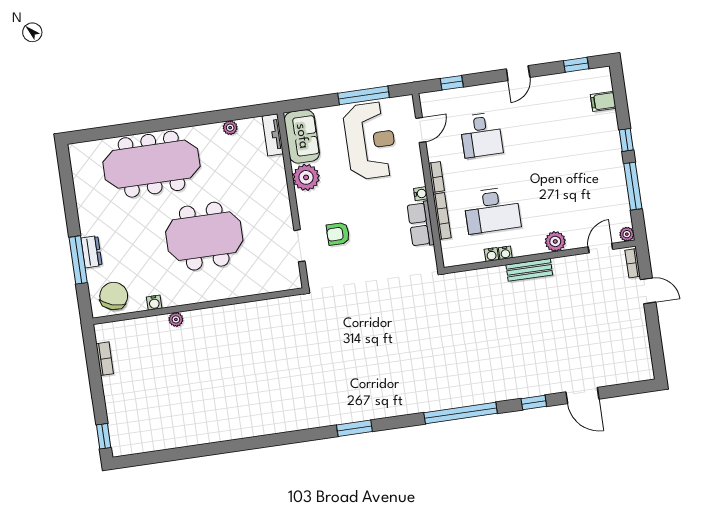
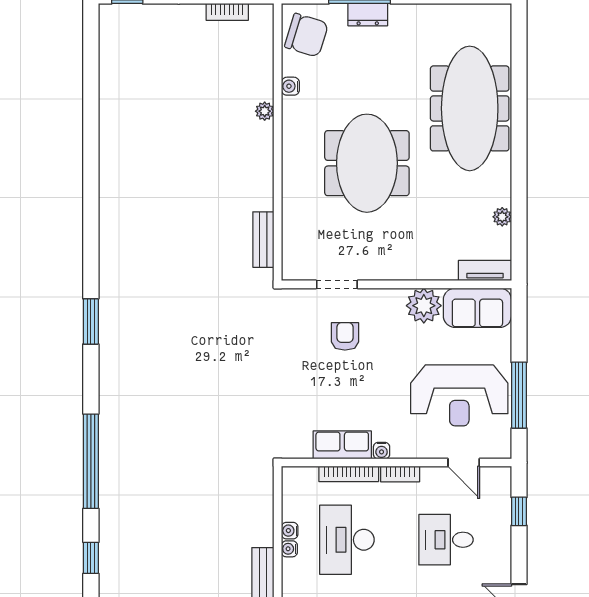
bench: (273, 306) -> (263, 240), added

